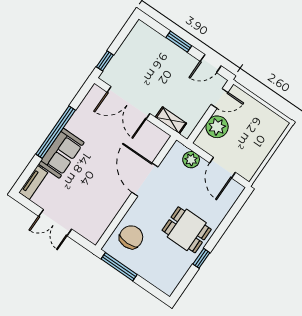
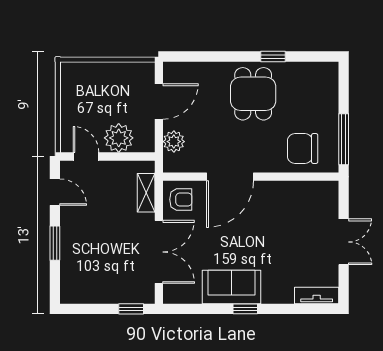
window: (56, 132) -> (245, 309), width x0.32
armchair: (152, 139) -> (181, 199), added
sofa: (61, 153) -> (231, 287), moved

